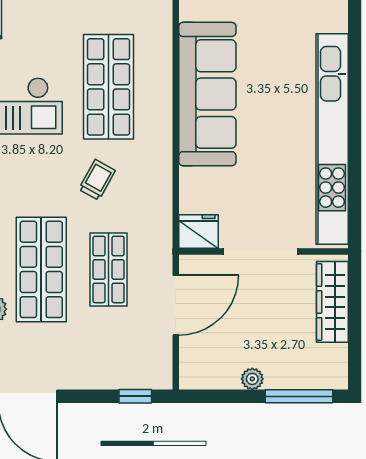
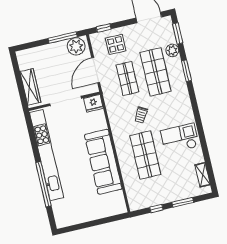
window: (355, 75) -> (43, 184), added
display table: (117, 353) -> (116, 44), added
plant: (252, 379) -> (76, 46), moved, width x1.88, depth x1.88
window: (299, 396) -> (63, 38), moved

